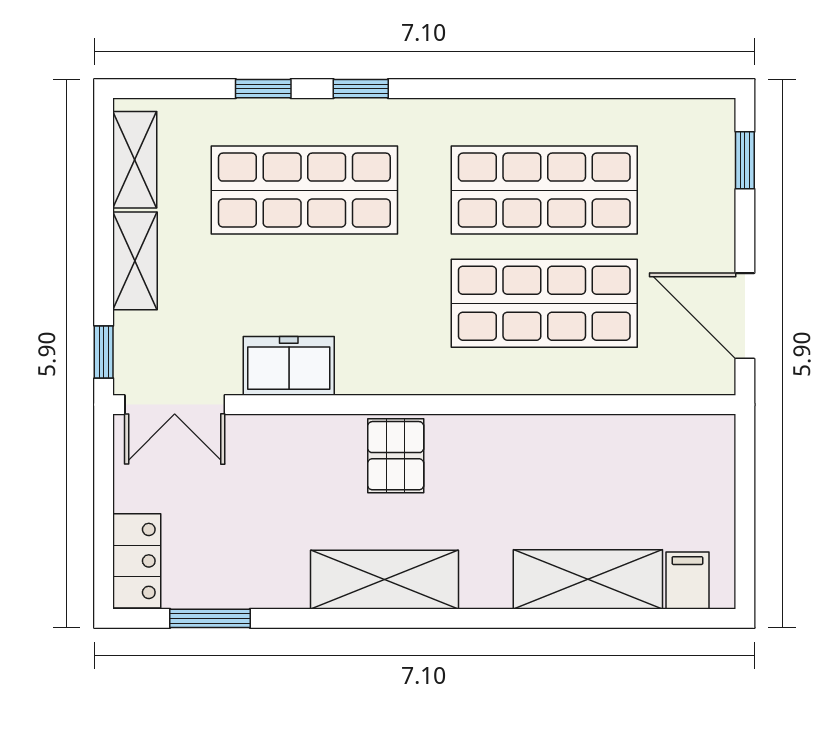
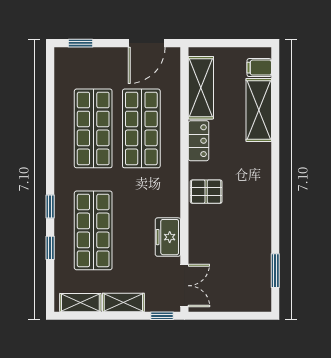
locker: (137, 561) -> (199, 141), moved, turned 90
shelving: (384, 580) -> (201, 88), moved

